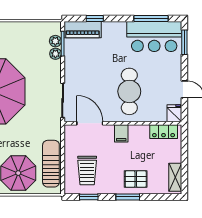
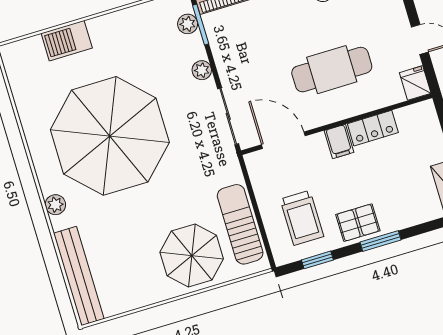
plant: (55, 54) -> (202, 70), moved
cafe table: (129, 91) -> (332, 70), turned 90
locker: (164, 132) -> (373, 128), moved
pallet: (136, 179) -> (358, 223), moved

